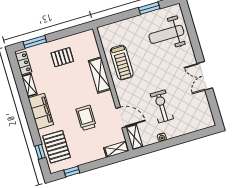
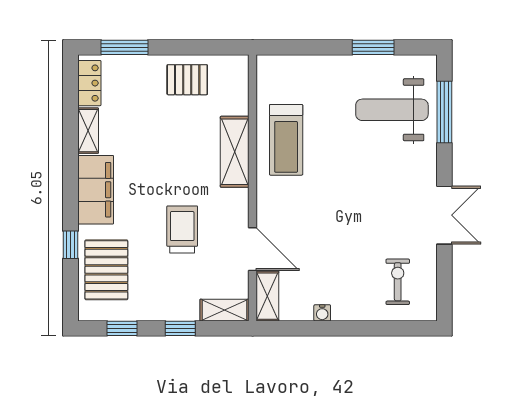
window: (191, 28) -> (444, 112), added
pallet: (62, 57) -> (187, 80), moved
double door: (205, 76) -> (444, 215), swing flipped
exercise bike: (162, 106) -> (398, 282), moved, width x0.73, depth x0.72
window: (40, 152) -> (70, 245), moved
window: (99, 164) -> (180, 328), added

